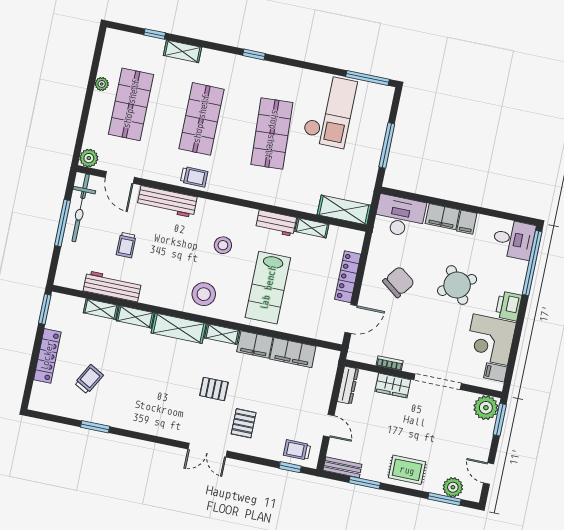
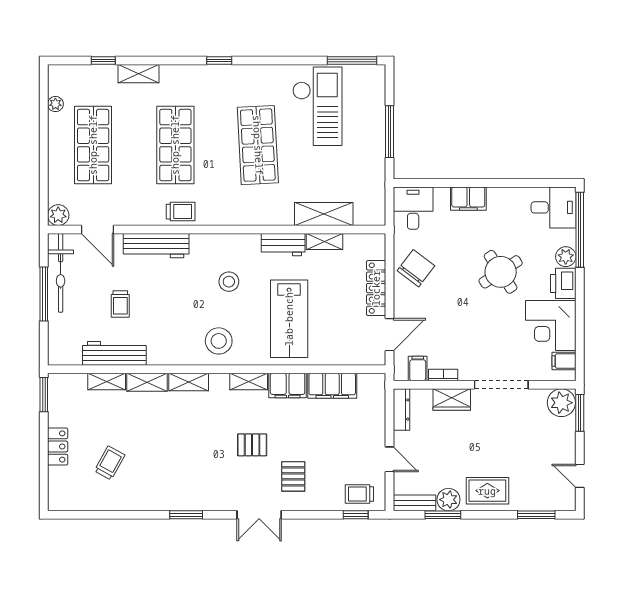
plant: (102, 84) -> (55, 104), moved
shelving: (344, 210) -> (324, 214), moved
desk: (400, 216) -> (413, 208), width x0.73
filing cabinet: (467, 222) -> (418, 369), moved, turned 180
chair: (399, 282) -> (416, 268), moved
plant: (515, 284) -> (566, 257), added
shelving: (179, 328) -> (189, 382), width x0.67, depth x0.75
locker: (47, 356) -> (58, 446), width x0.66
window: (95, 427) -> (186, 515), moved
plant: (453, 487) -> (448, 500), moved

